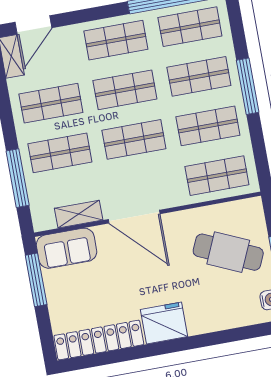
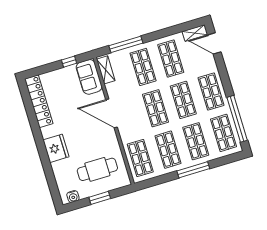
shelving: (79, 214) -> (106, 70), moved
door: (134, 217) -> (112, 113), hinge flipped
cafe table: (228, 252) -> (97, 169), turned 66
window: (36, 280) -> (69, 62), width x0.46
fridge: (164, 323) -> (56, 148), moved

